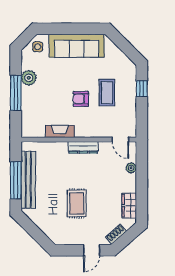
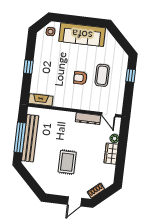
plant: (29, 78) -> (40, 56), removed
window: (16, 93) -> (28, 67), width x0.46
fireplace: (60, 131) -> (41, 100), moved
dresser: (83, 147) -> (88, 119), moved
wardrobe: (129, 206) -> (111, 154), moved

